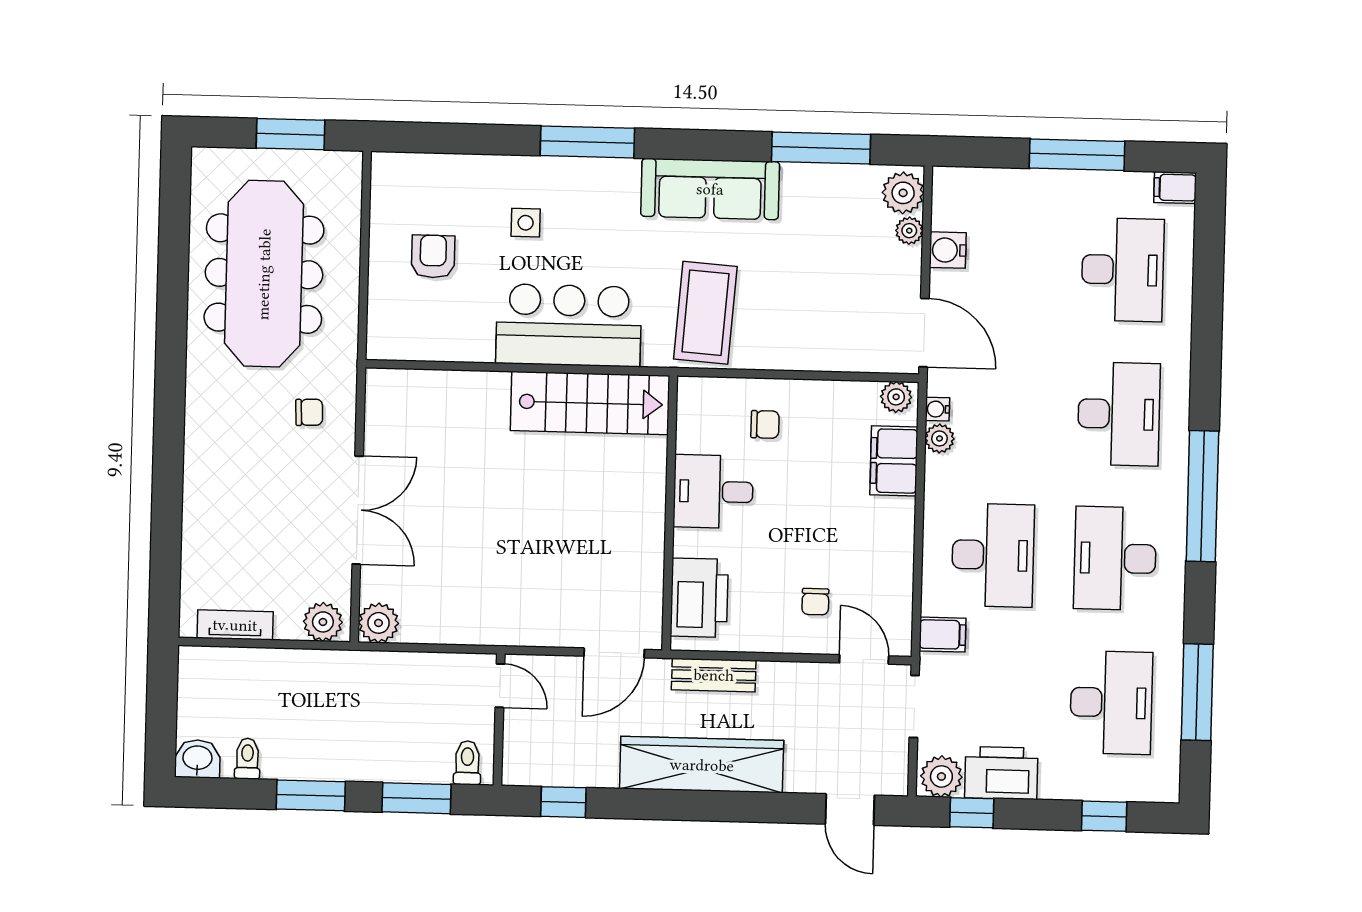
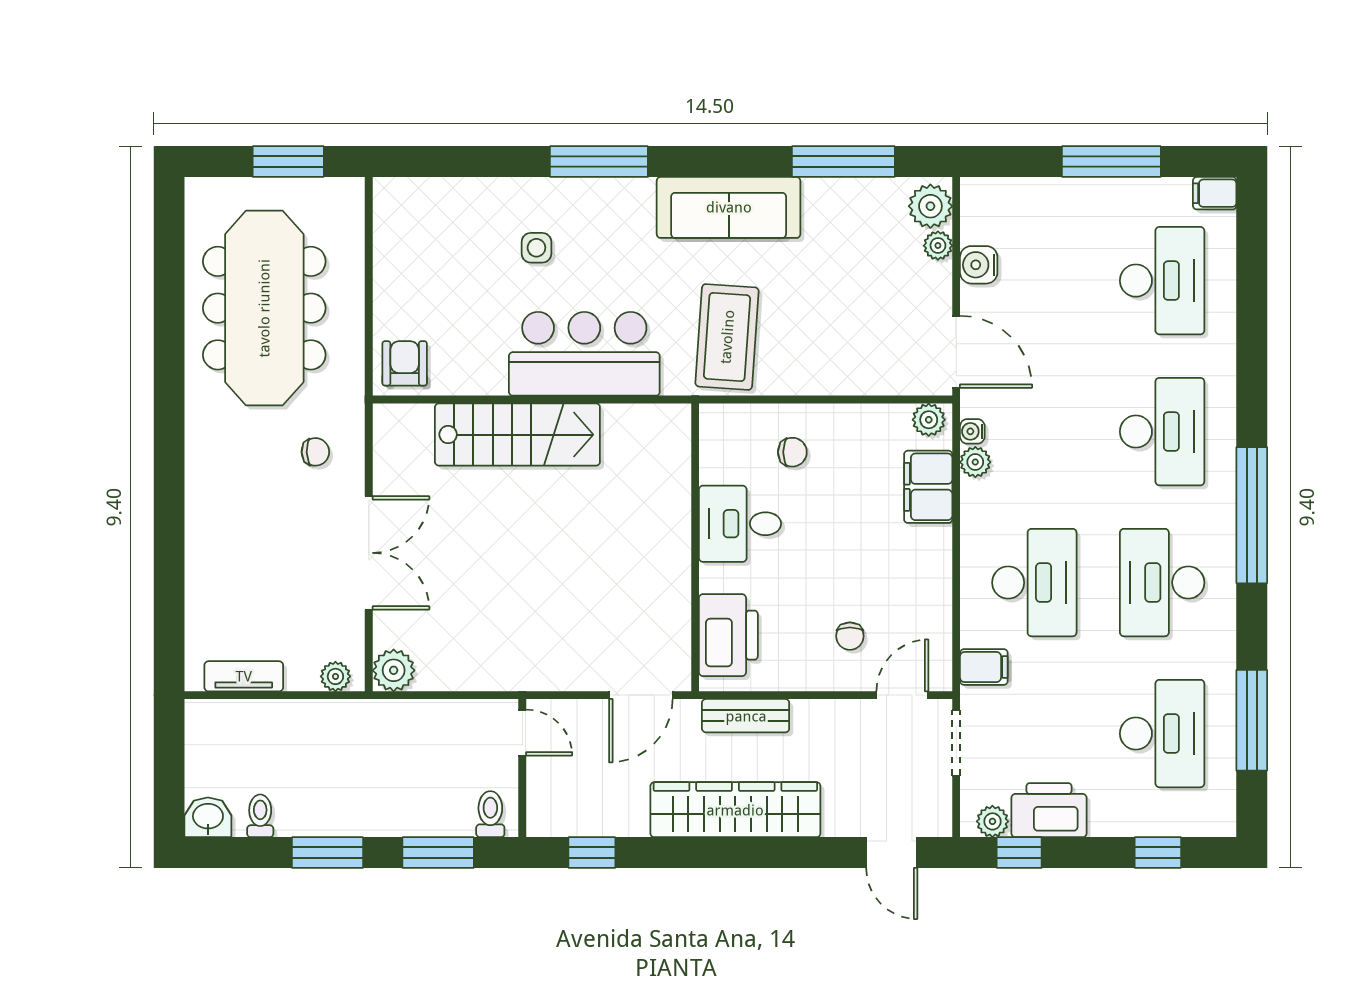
armchair: (433, 256) -> (405, 363), moved
stairs: (590, 403) -> (517, 435), moved
plant: (323, 622) -> (335, 676), width x0.73, depth x0.73
door: (864, 659) -> (902, 695), hinge flipped
plant: (941, 776) -> (992, 821), width x0.73, depth x0.73

